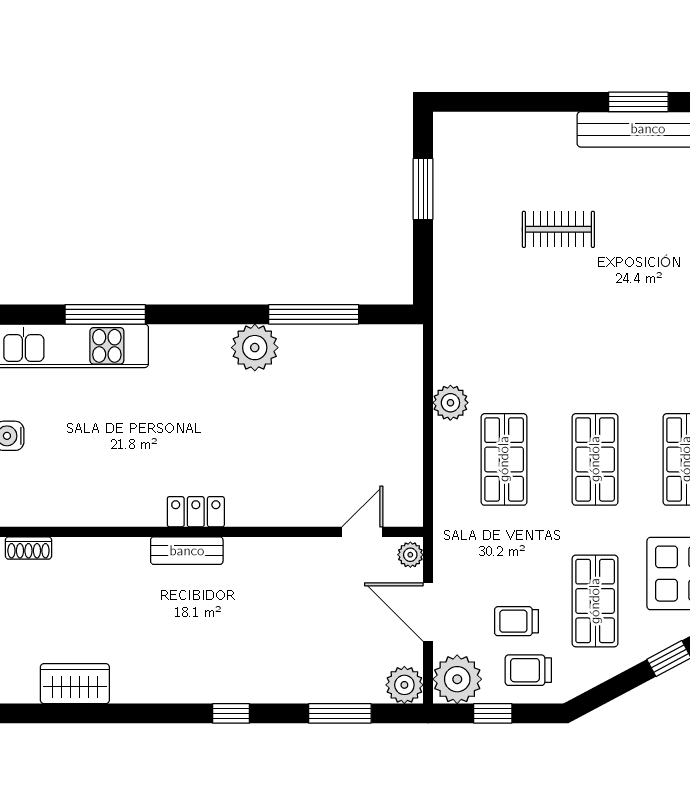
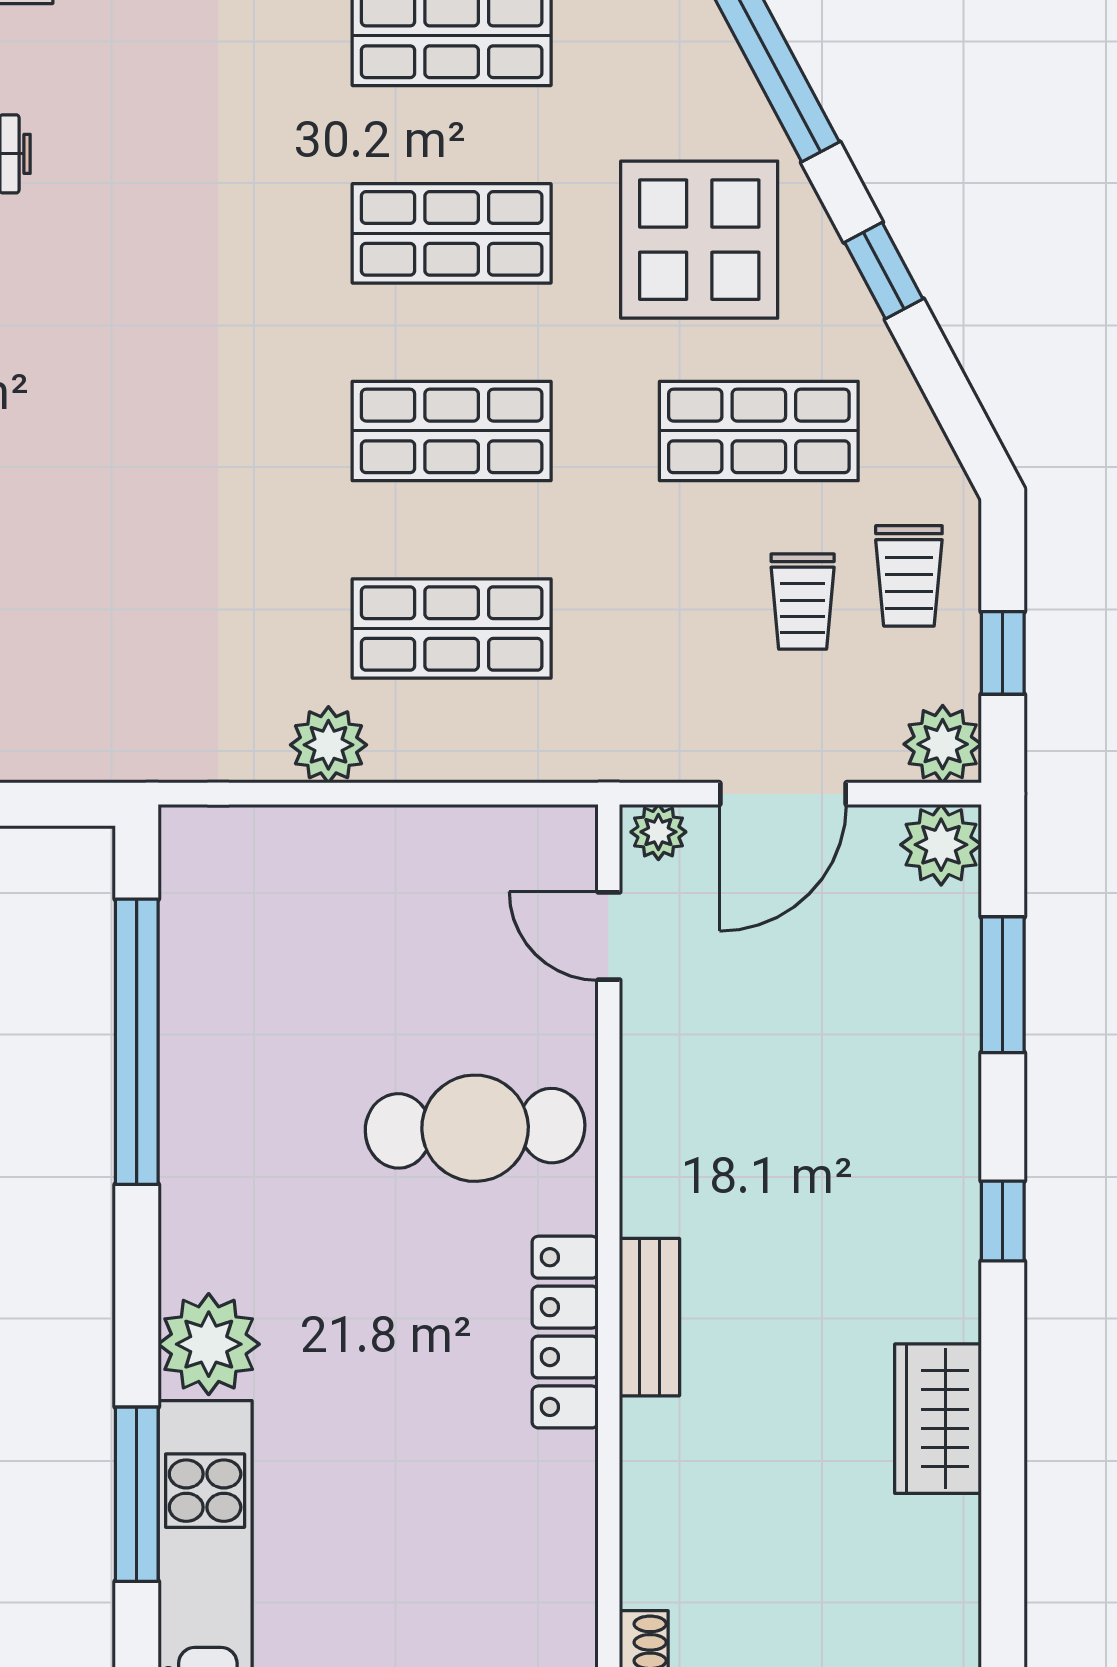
window: (314, 314) -> (137, 1042), width x1.46
plant: (255, 348) -> (209, 1344), moved
cafe table: (274, 470) -> (475, 1128), added
locker: (196, 512) -> (565, 1332), width x1.53
plant: (457, 679) -> (943, 744), width x0.73, depth x0.73
wardrobe: (75, 684) -> (938, 1419), moved

